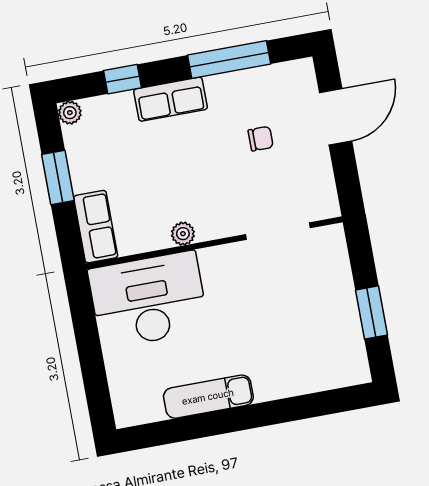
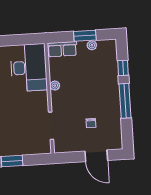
window: (229, 60) -> (125, 101), moved
row of seats: (171, 99) -> (112, 87), removed
plant: (70, 113) -> (92, 45), moved

